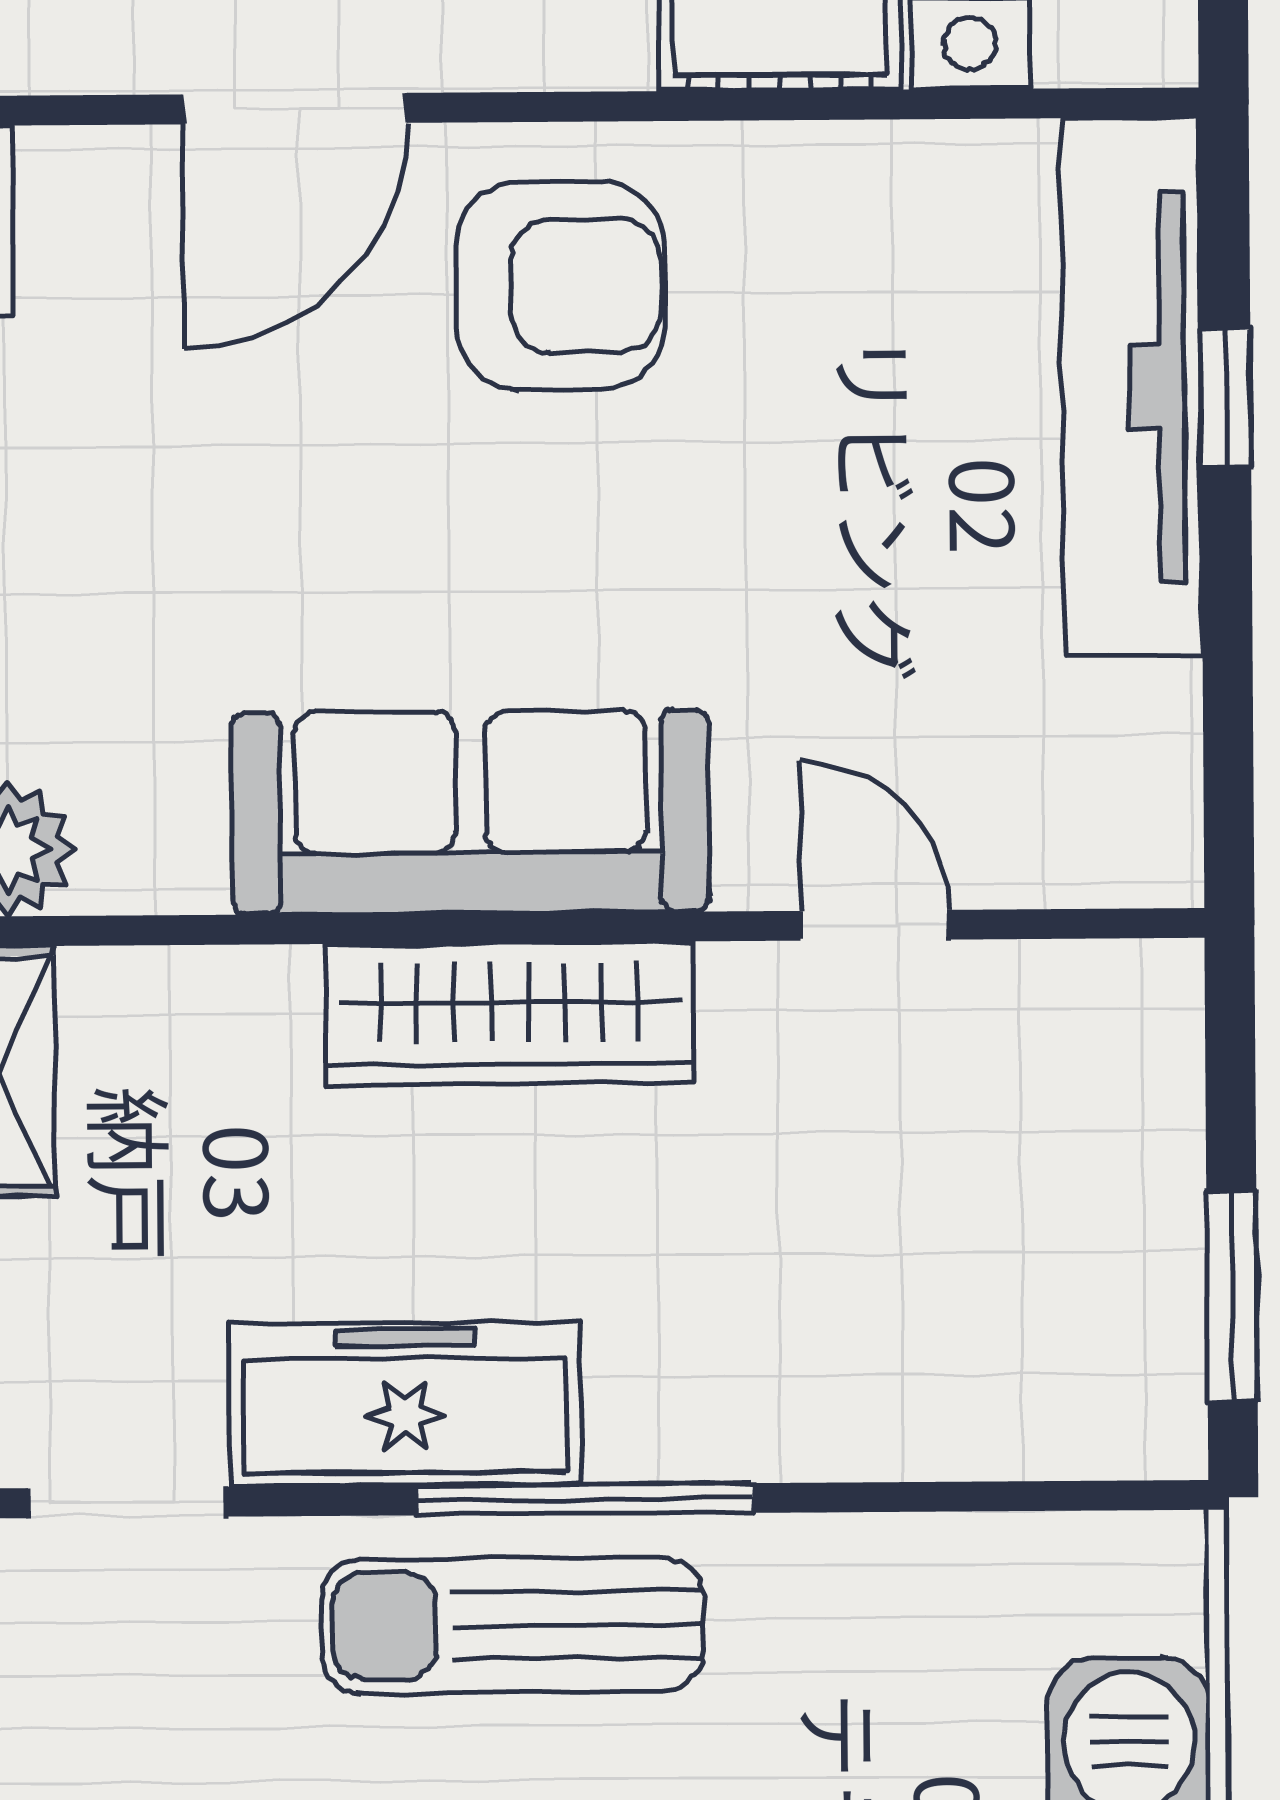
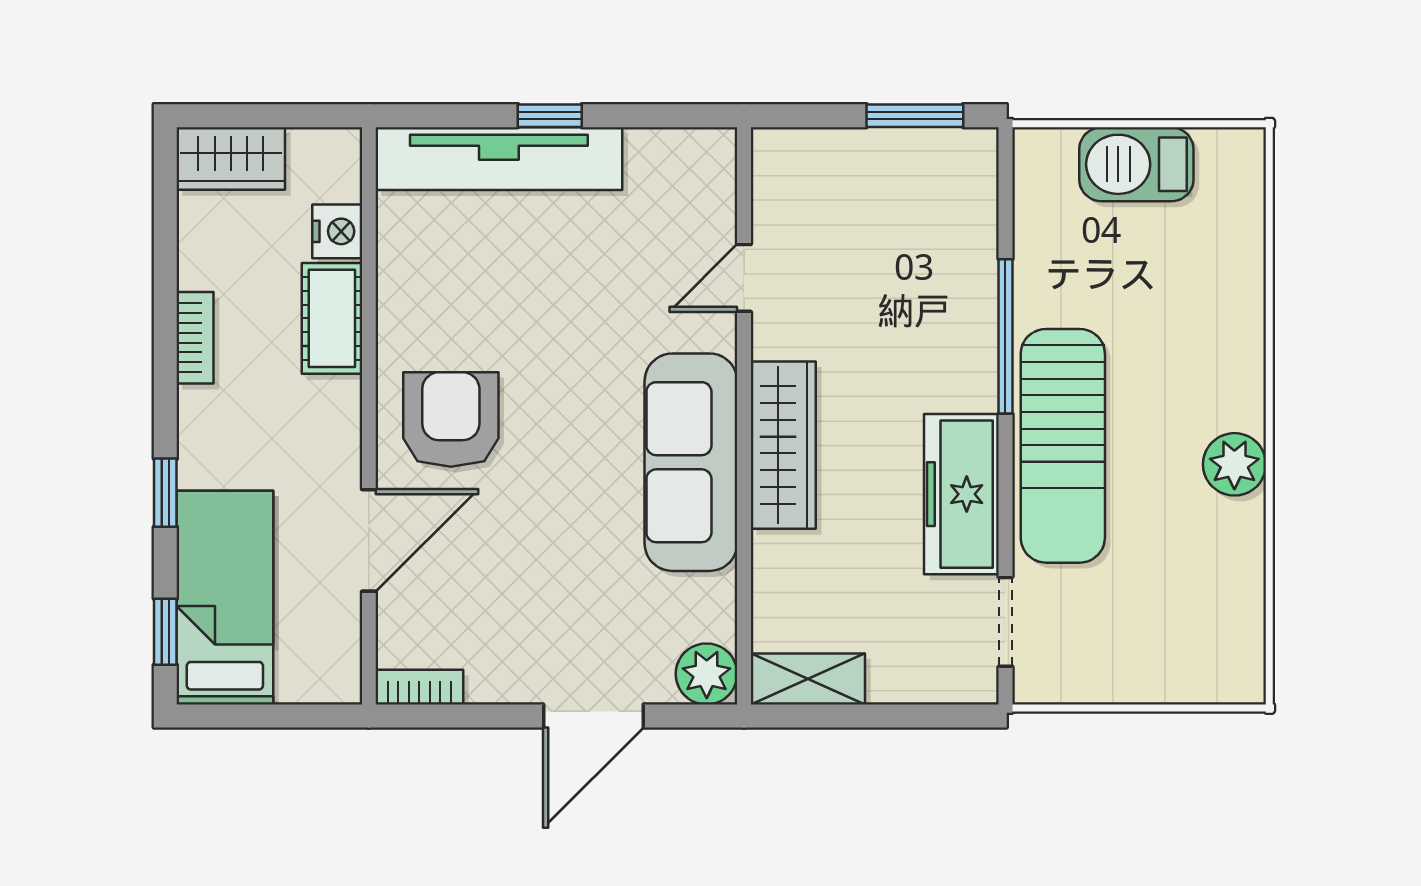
door: (295, 109) -> (369, 540), hinge flipped
window: (1226, 398) -> (550, 116), moved
window: (585, 1499) -> (1005, 336), moved
sun lounger: (512, 1625) -> (1063, 446), width x1.36, depth x1.34

